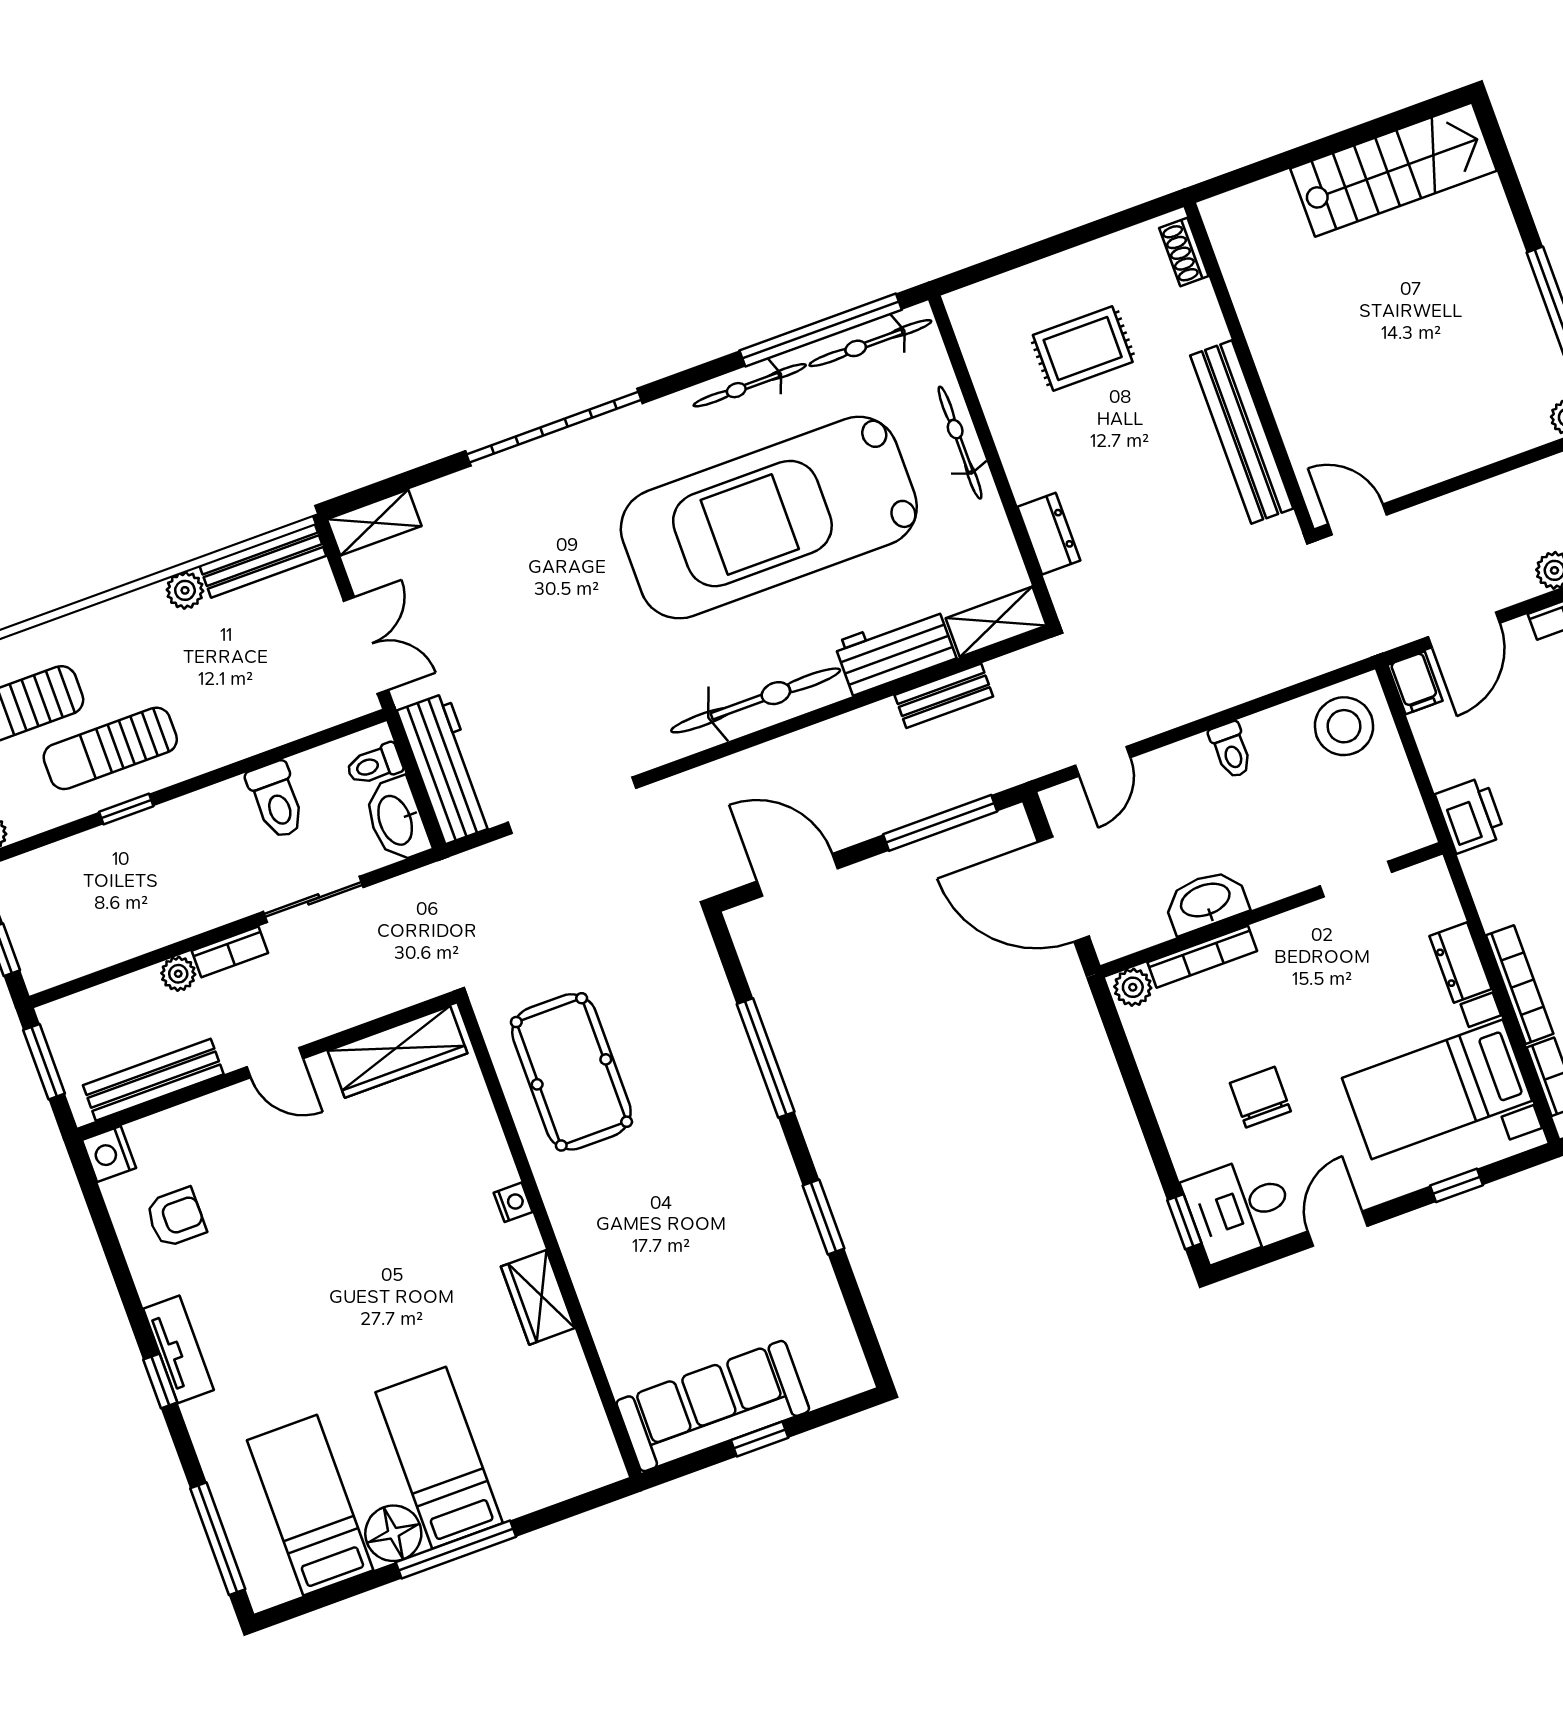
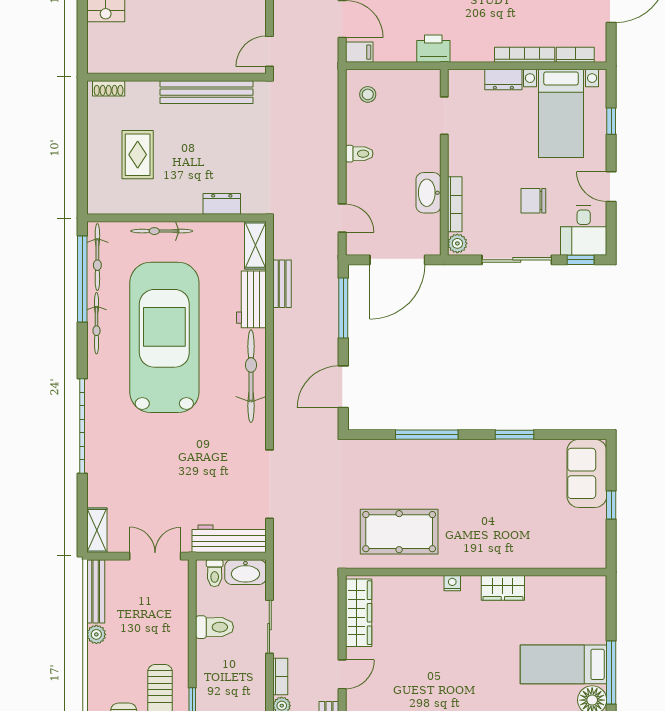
car: (769, 518) -> (164, 337), turned 180
stool: (1344, 726) -> (368, 94), width x0.53, depth x0.53
sliding door: (1142, 1106) -> (517, 260), added
sofa: (713, 1406) -> (587, 473), moved, width x0.73

